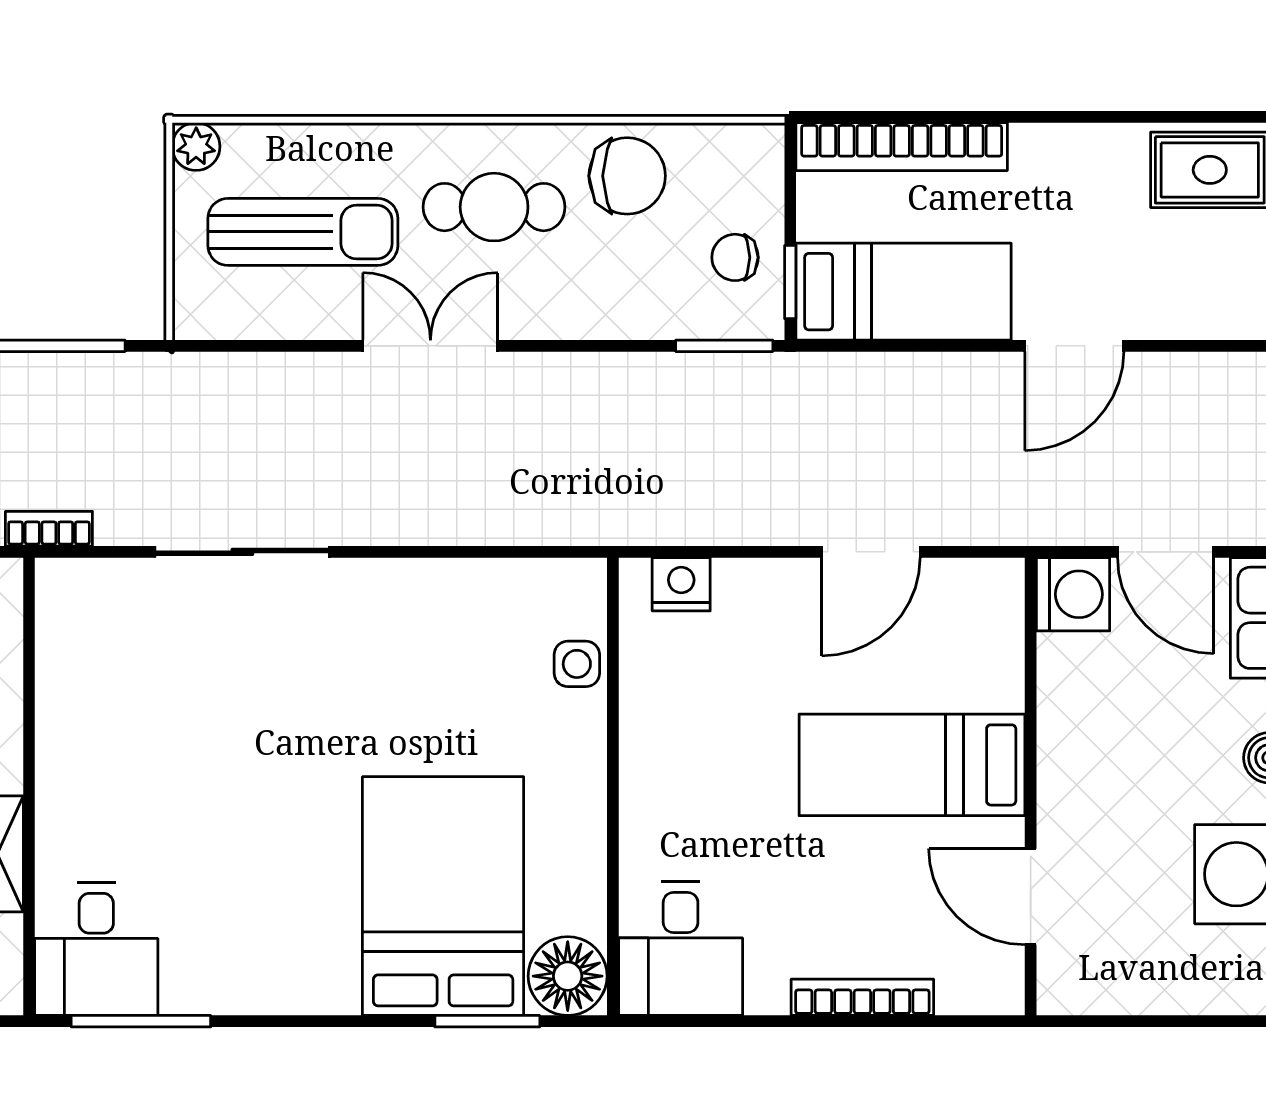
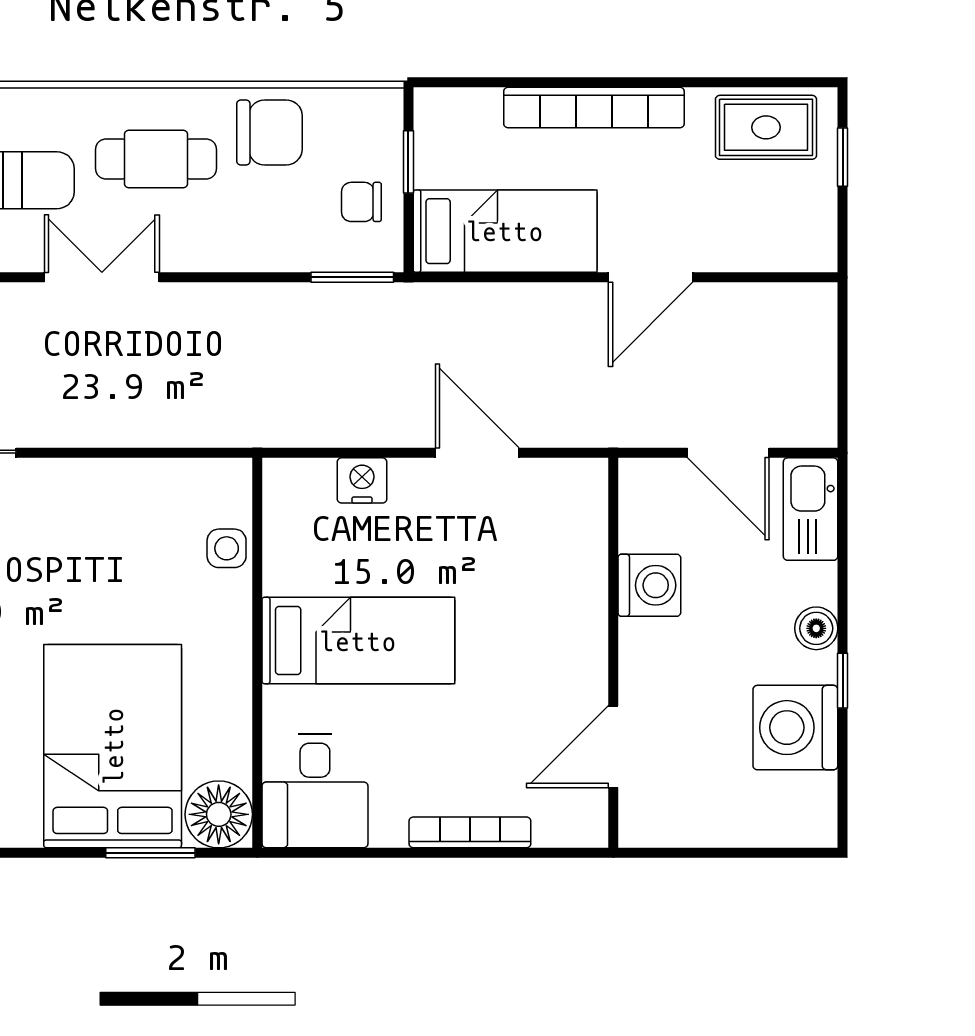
bookcase: (902, 147) -> (594, 108), moved
window: (790, 282) -> (408, 162), moved
door: (871, 552) -> (477, 453), swing flipped
nightstand: (681, 584) -> (362, 480), moved
washing machine: (1073, 594) -> (649, 585), moved
bed: (912, 765) -> (358, 641), moved, turned 180
door: (1031, 897) -> (613, 747), hinge flipped

